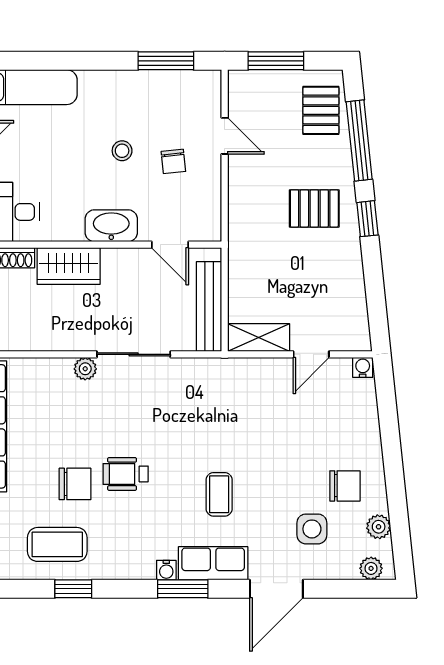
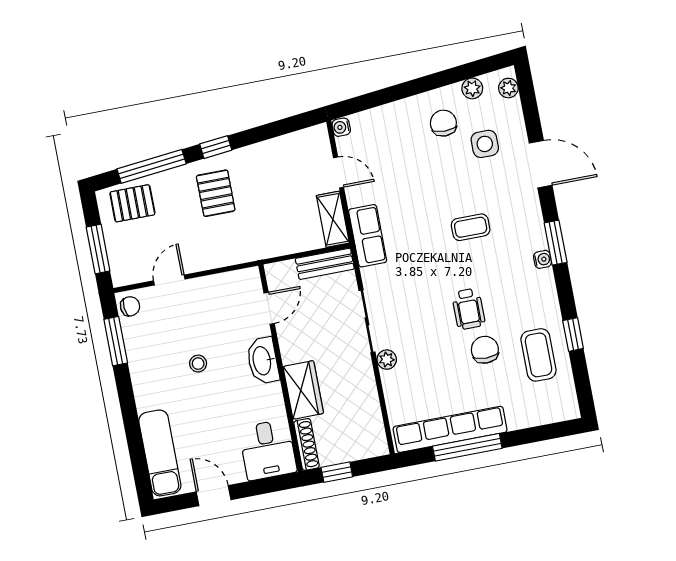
chair: (173, 161) -> (130, 306), moved
bench: (209, 307) -> (325, 264), width x0.73
row of seats: (213, 563) -> (368, 236), moved, turned 180

